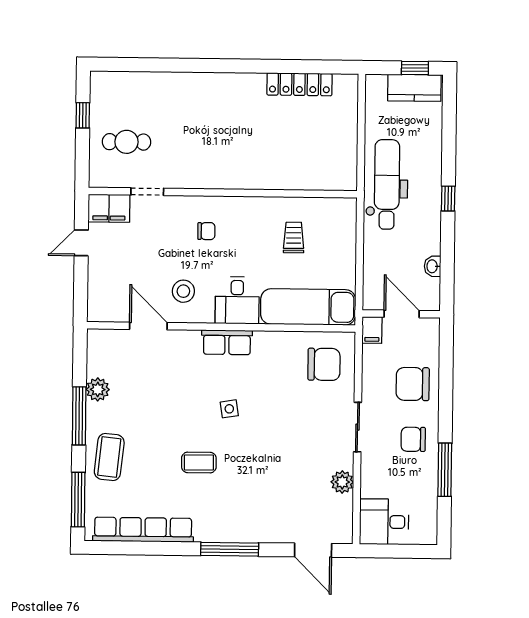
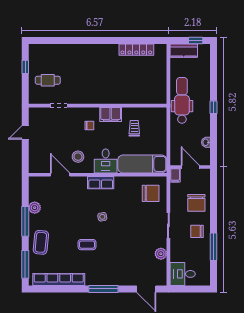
kitchen counter: (414, 88) -> (184, 51), moved
filing cabinet: (109, 208) -> (111, 114), moved
chair: (413, 384) -> (196, 203), turned -90

